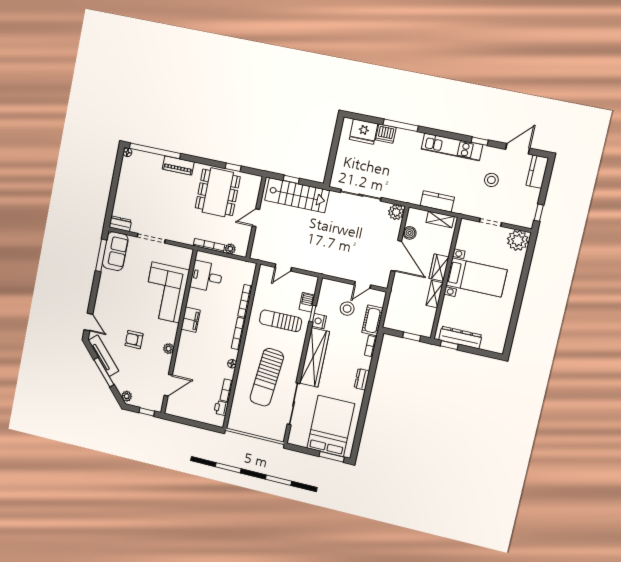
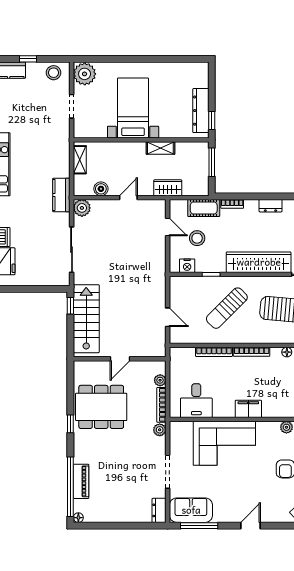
piano: (178, 165) -> (81, 481), moved
window: (233, 167) -> (70, 424), moved
window: (291, 179) -> (70, 306), moved
stool: (491, 180) -> (54, 73), moved
kitchen counter: (437, 201) -> (61, 195), moved
window: (539, 213) -> (28, 59), moved
door: (256, 218) -> (120, 359), hinge flipped
plant: (188, 239) -> (160, 430), added
door: (396, 256) -> (128, 198), width x0.53
wardrobe: (439, 268) -> (168, 188), moved, turned 180
barbecue: (307, 302) -> (200, 283), removed
sun lounger: (281, 321) -> (227, 308), turned 45
nightstand: (319, 321) -> (187, 266), moved
door: (88, 322) -> (251, 526), moved
window: (412, 337) -> (212, 162), width x1.50

